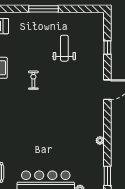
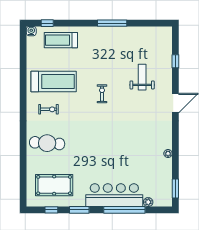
weight bench: (64, 48) -> (142, 77), moved

